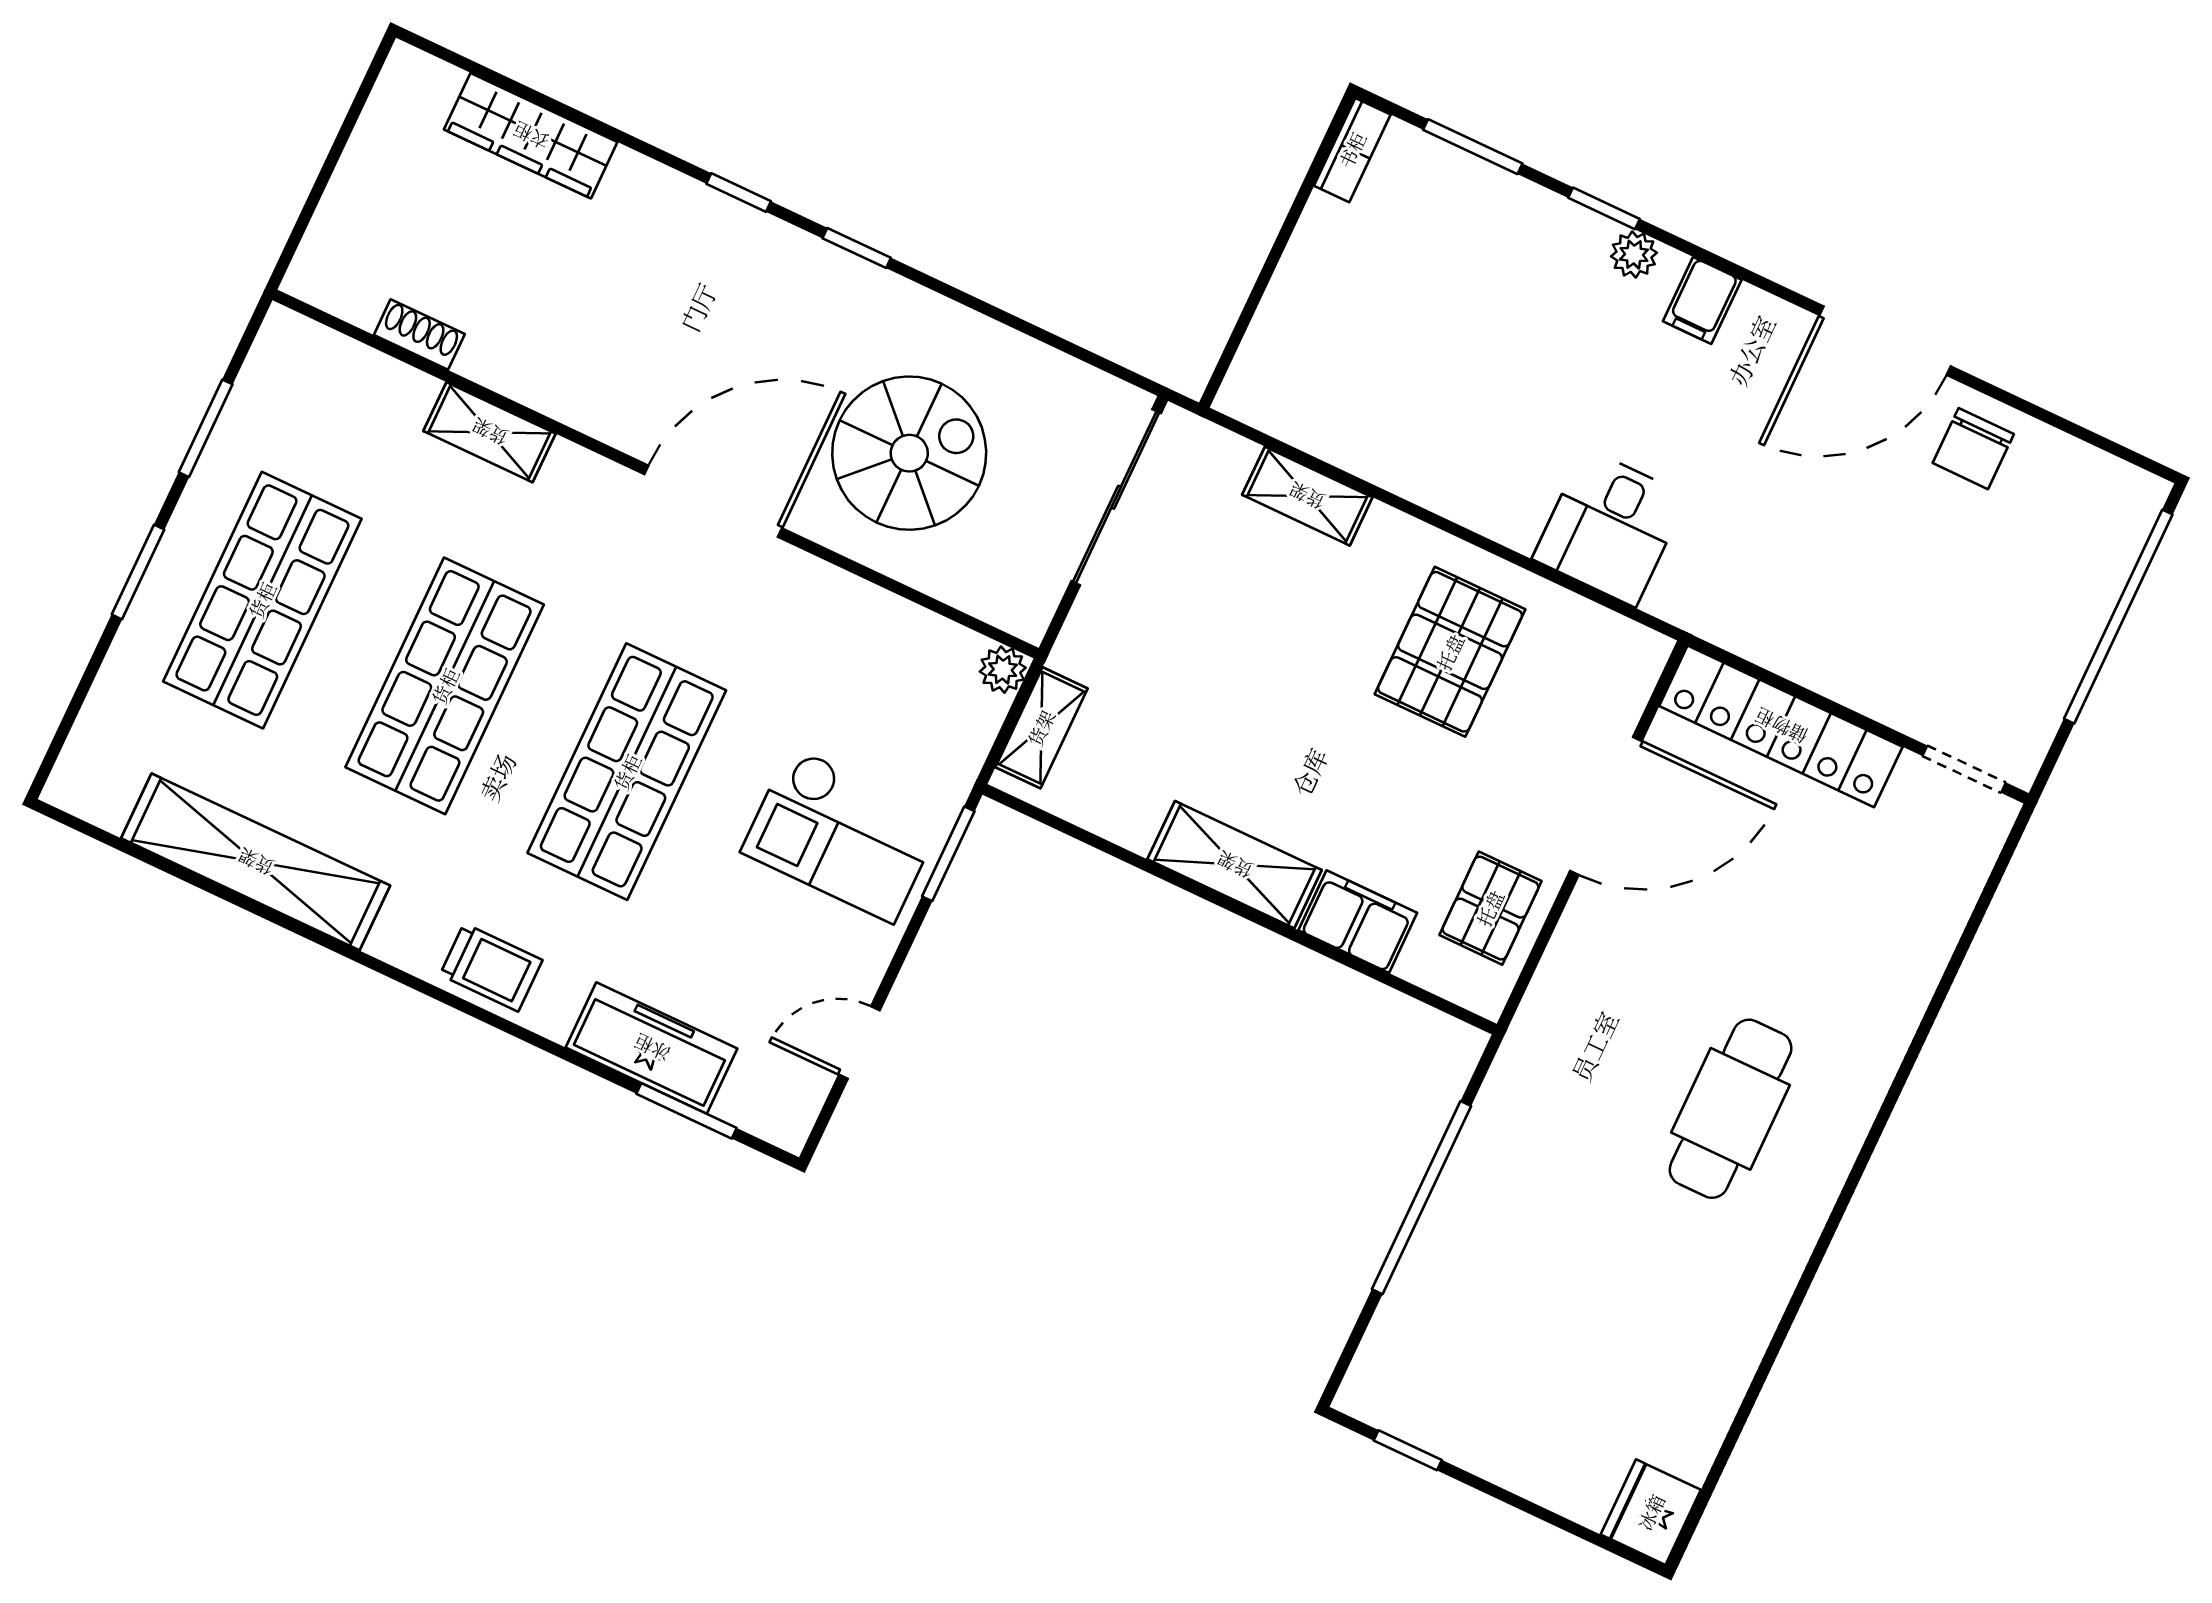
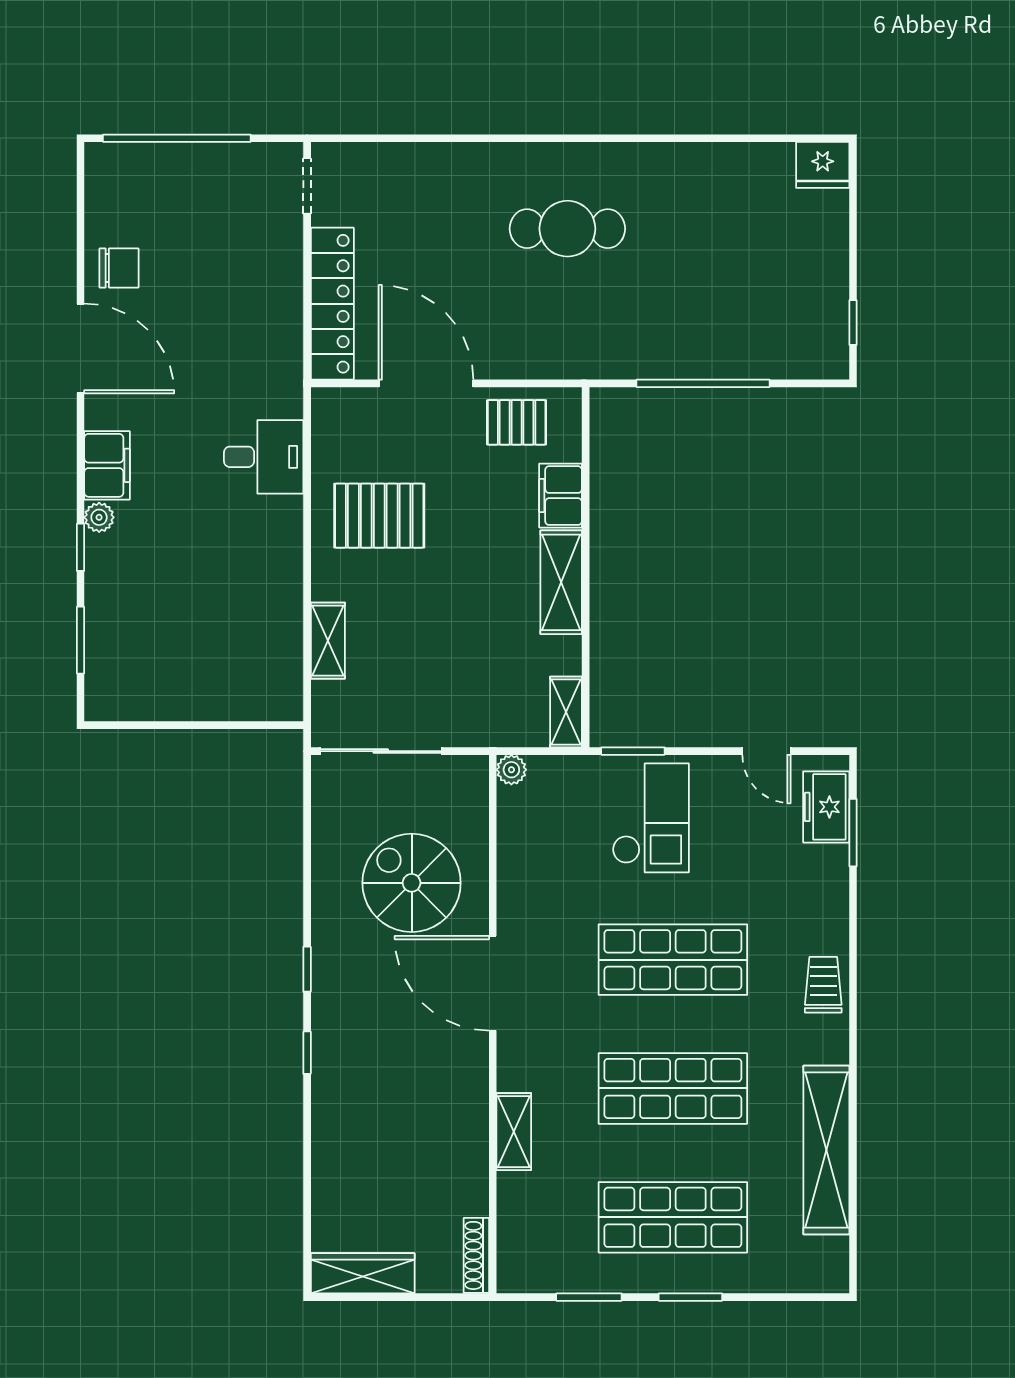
wardrobe: (531, 136) -> (363, 1273), moved, turned -90
bookcase: (1352, 150) -> (115, 709), removed
filing cabinet: (1702, 300) -> (107, 465), width x2.00
shoe rack: (419, 334) -> (476, 1255), moved, width x1.43
shelving: (1041, 728) -> (566, 712), moved, turned 90
freezer: (652, 1048) -> (826, 807), moved, width x0.71

